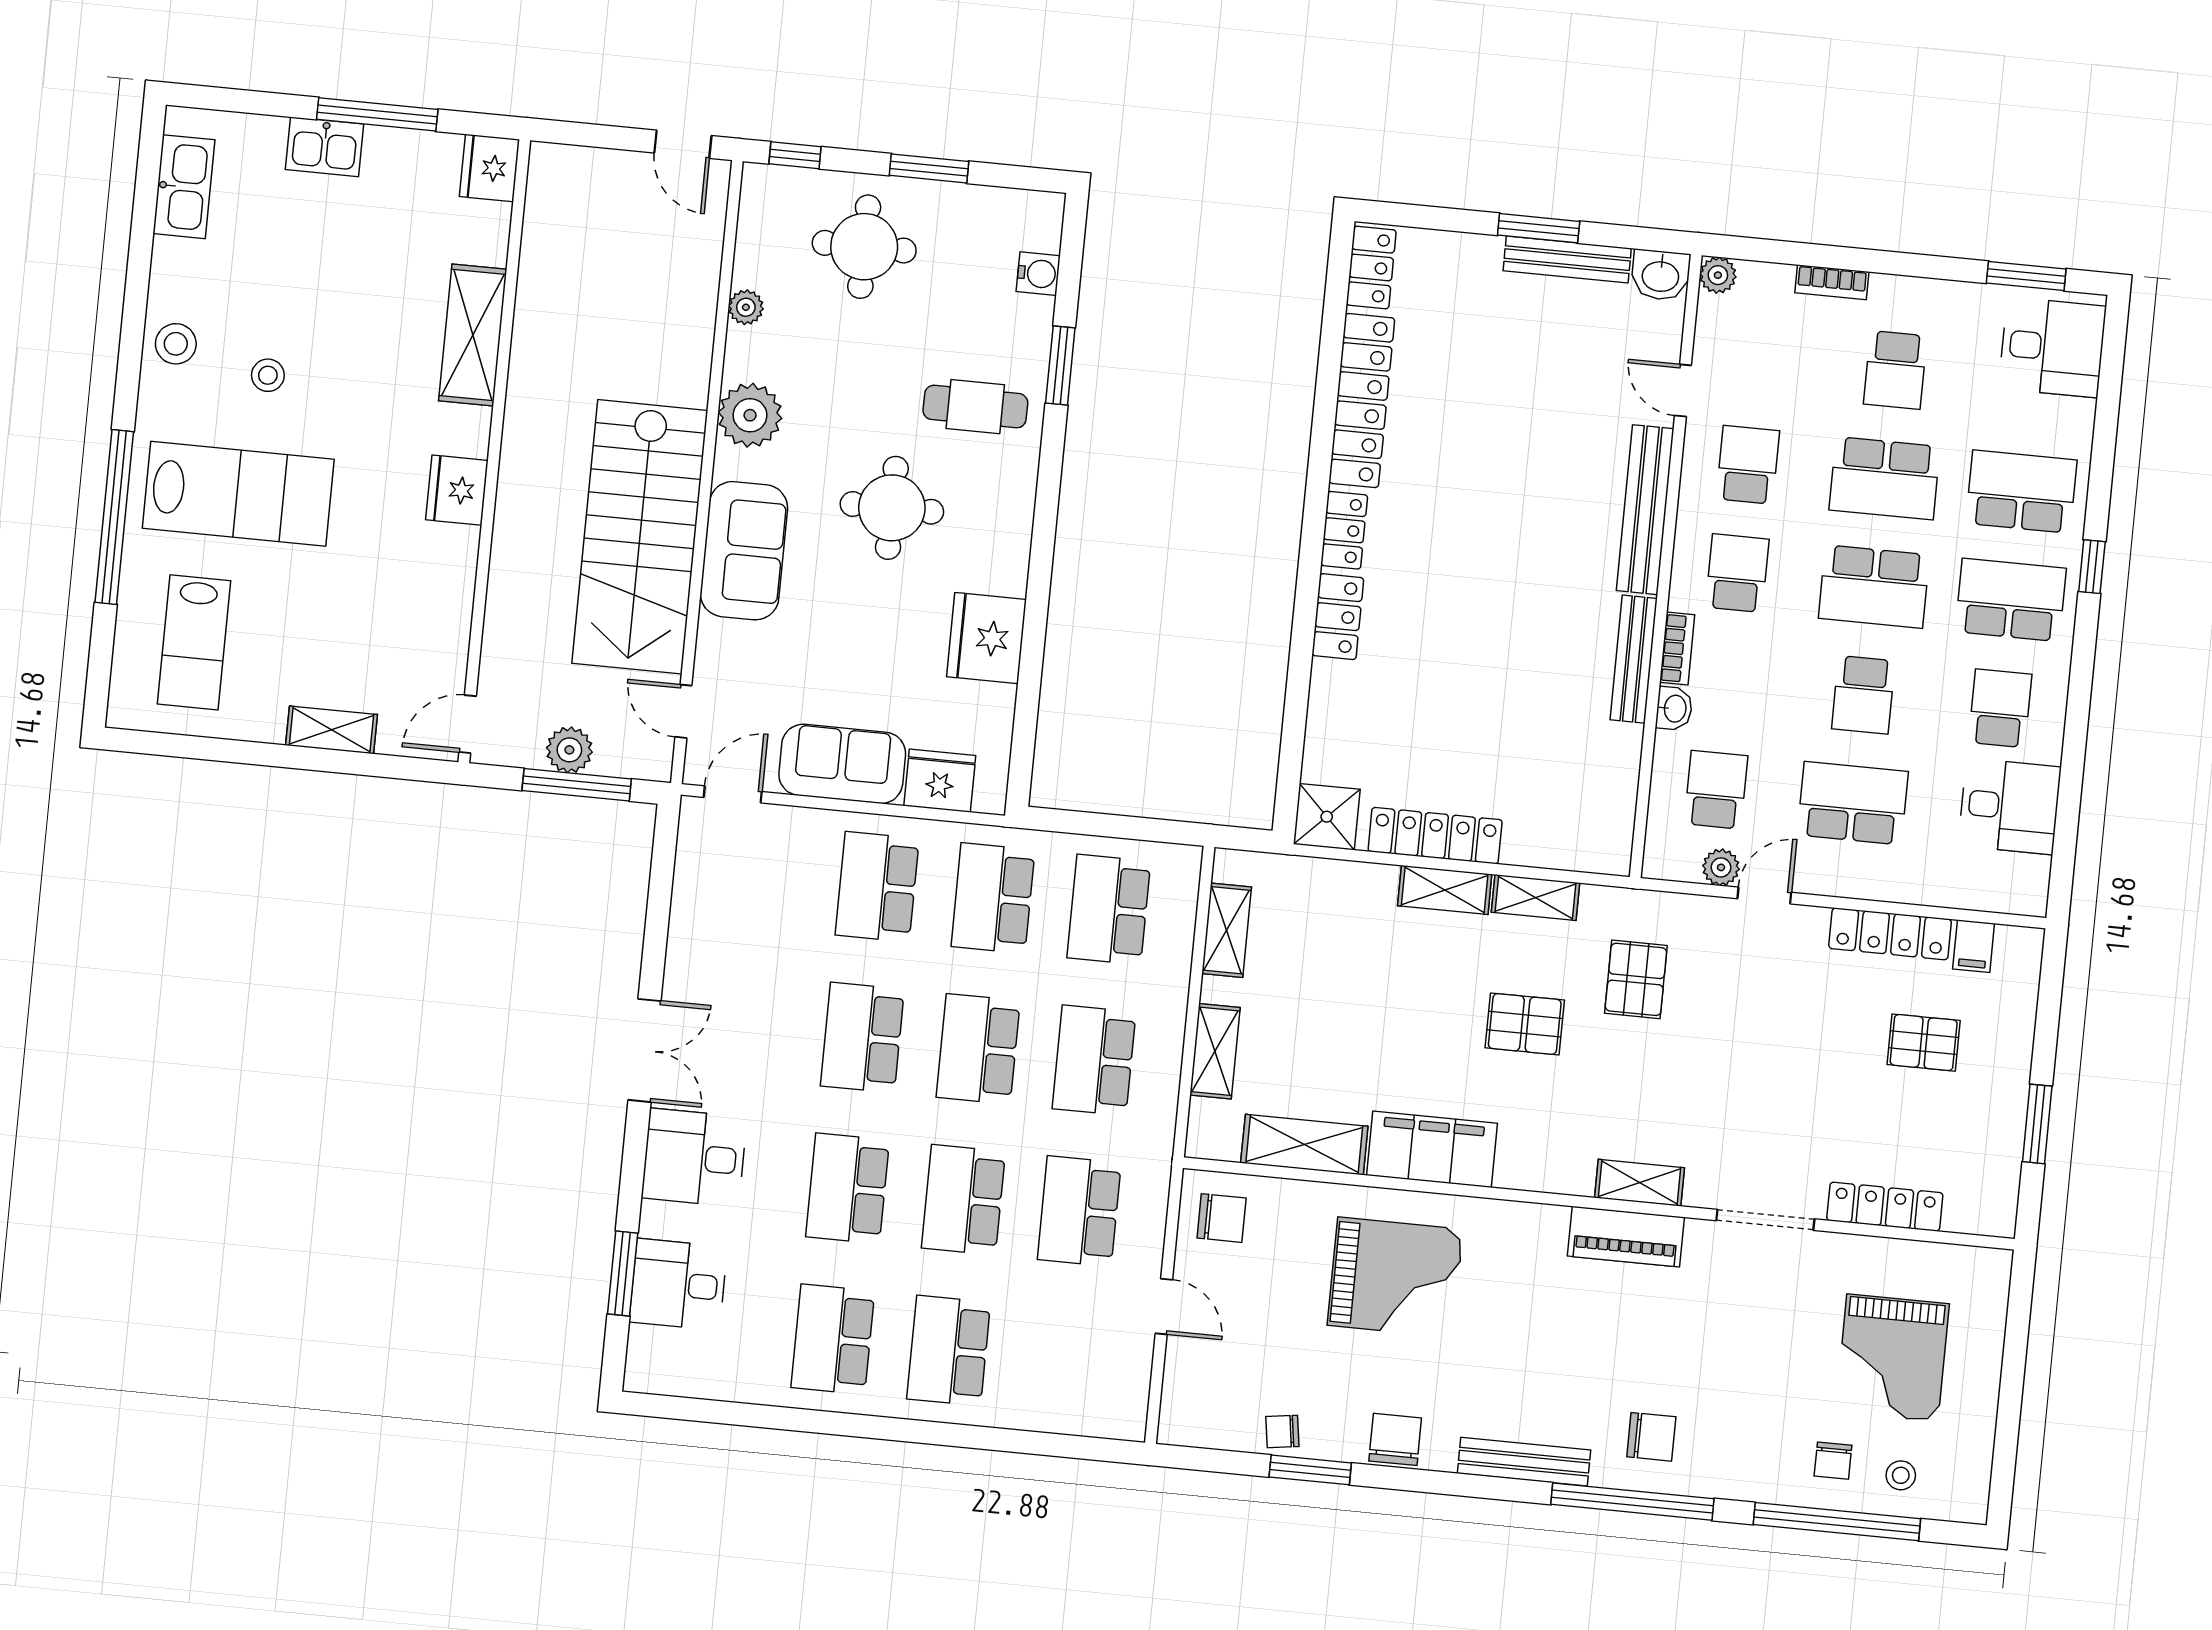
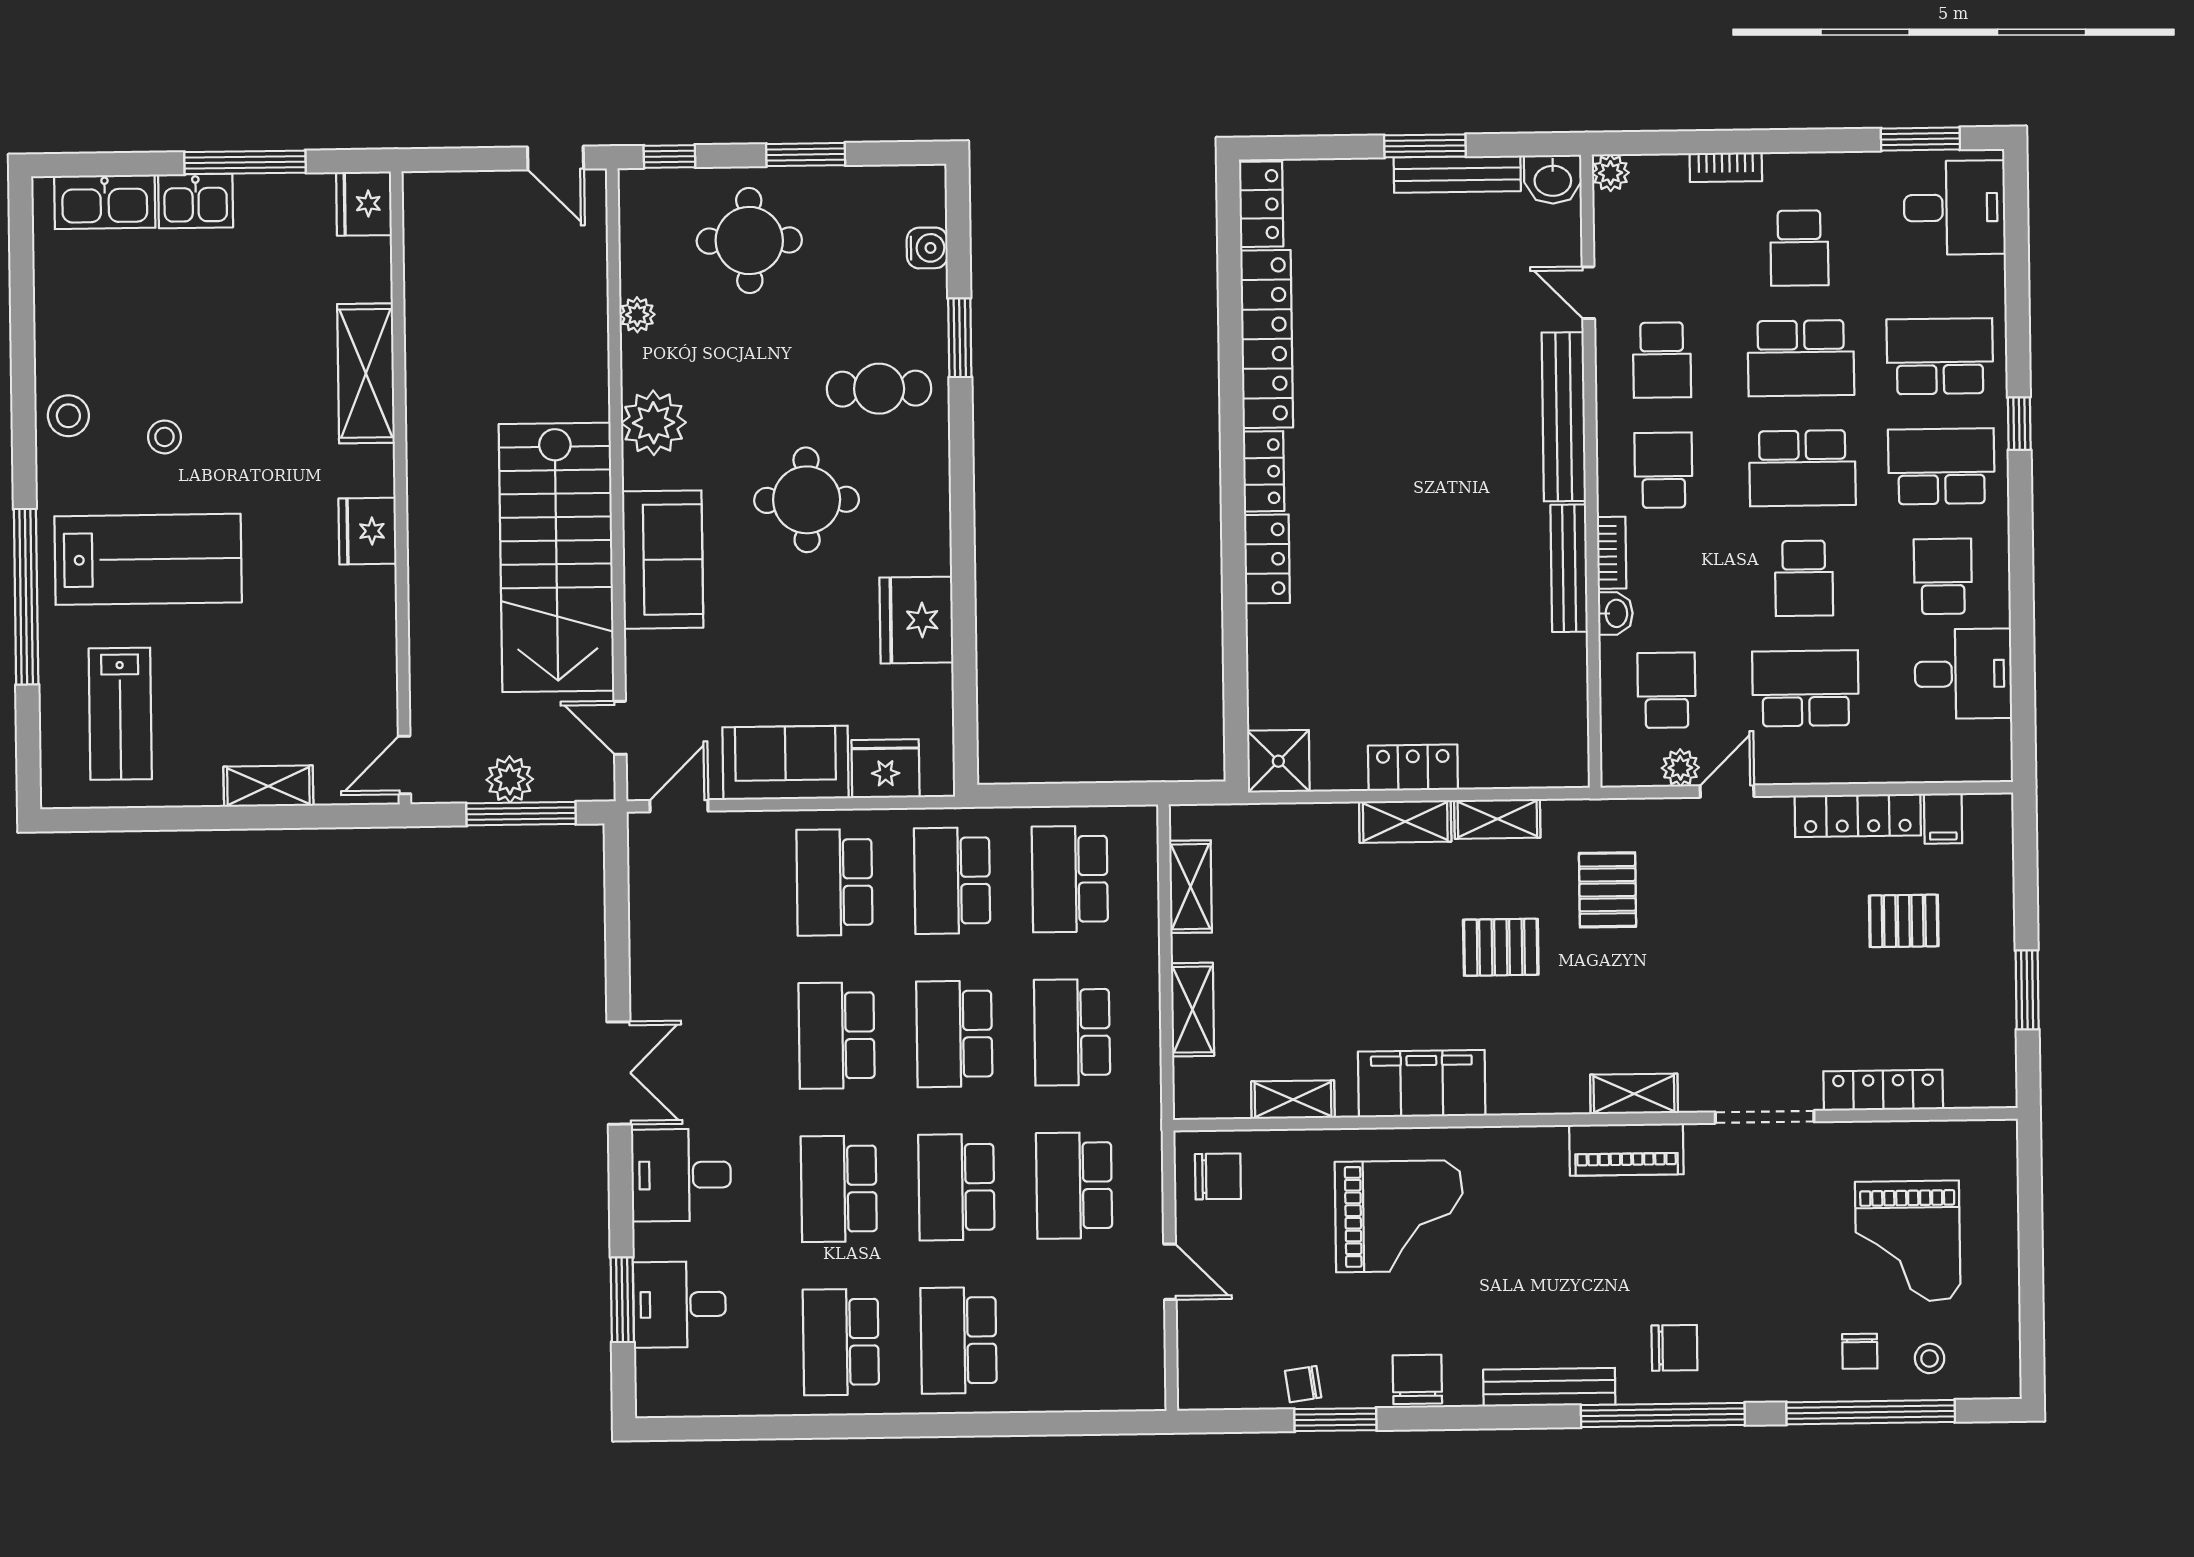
kitchen sink: (184, 187) -> (105, 202), moved, turned 90
school desk: (1748, 465) -> (1662, 360), turned 180
locker: (1435, 836) -> (1413, 768), width x0.66
shelving: (1304, 1145) -> (1293, 1100), width x0.67, depth x0.75

